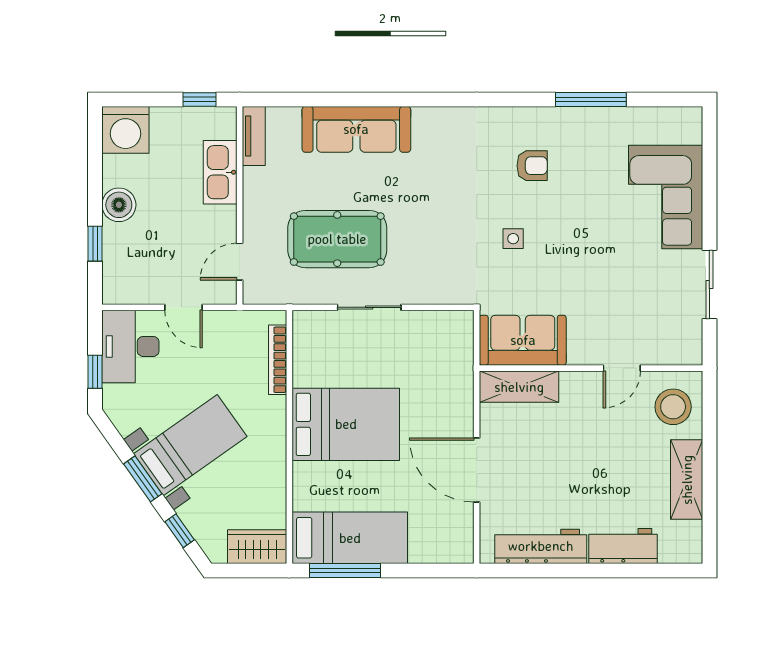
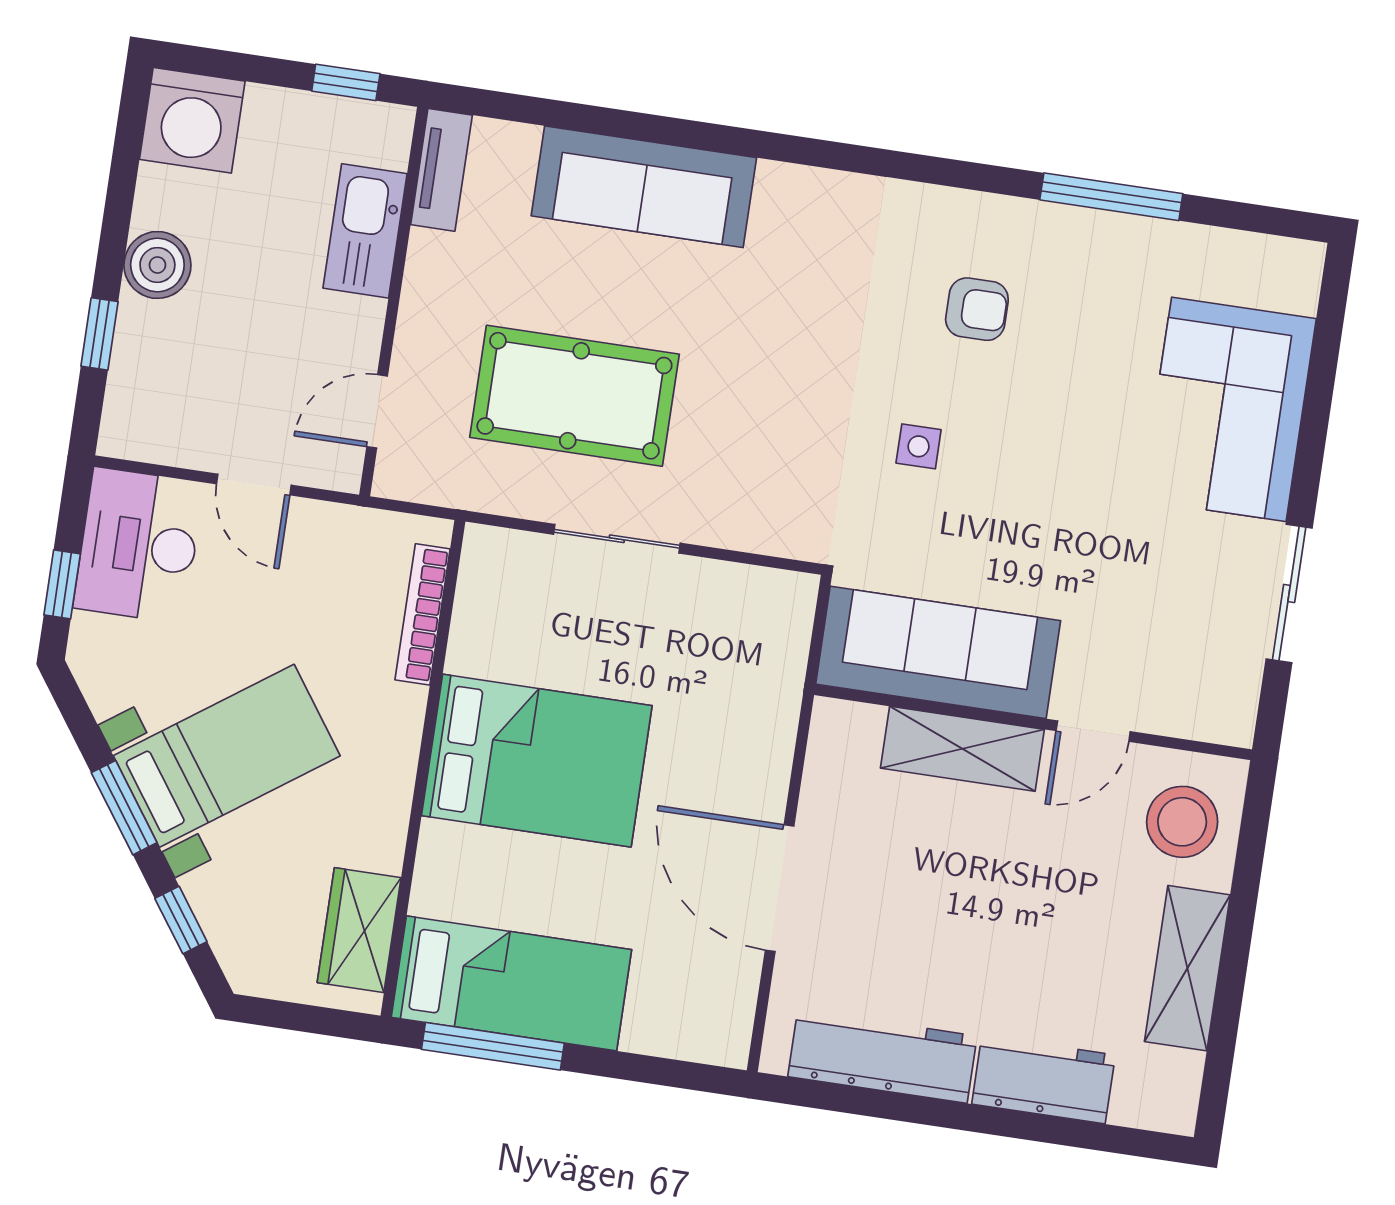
sofa: (523, 340) -> (938, 652), width x1.36
shelving: (519, 387) -> (962, 749), moved
wardrobe: (257, 547) -> (359, 930), moved, turned -90

